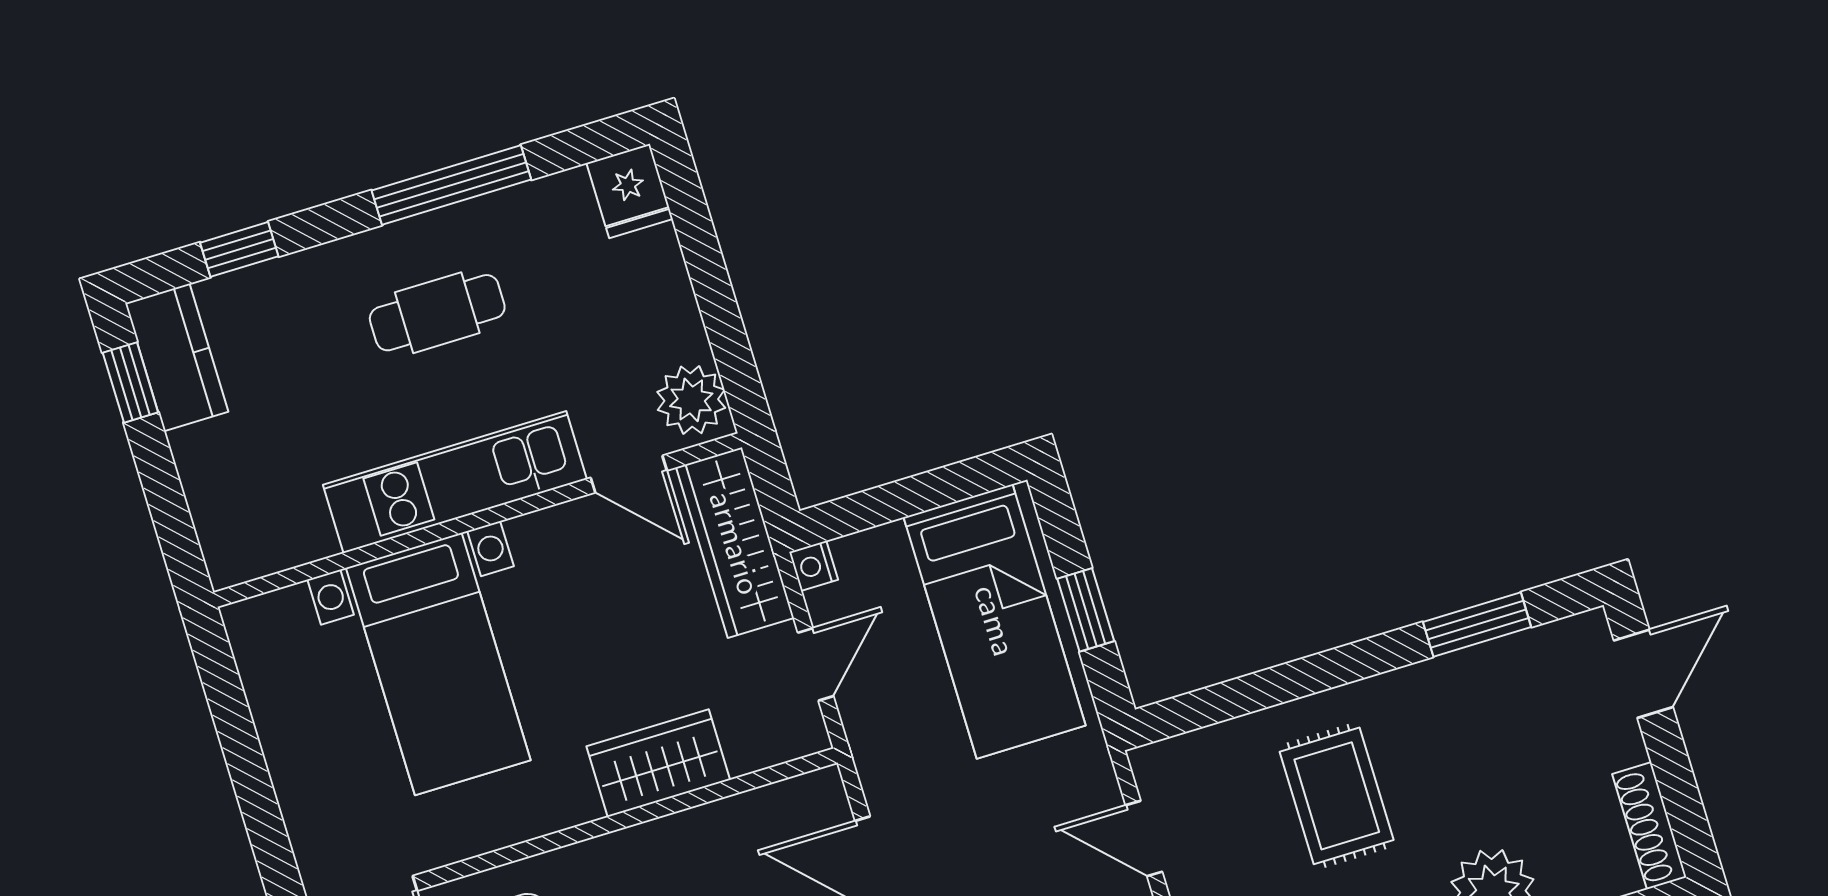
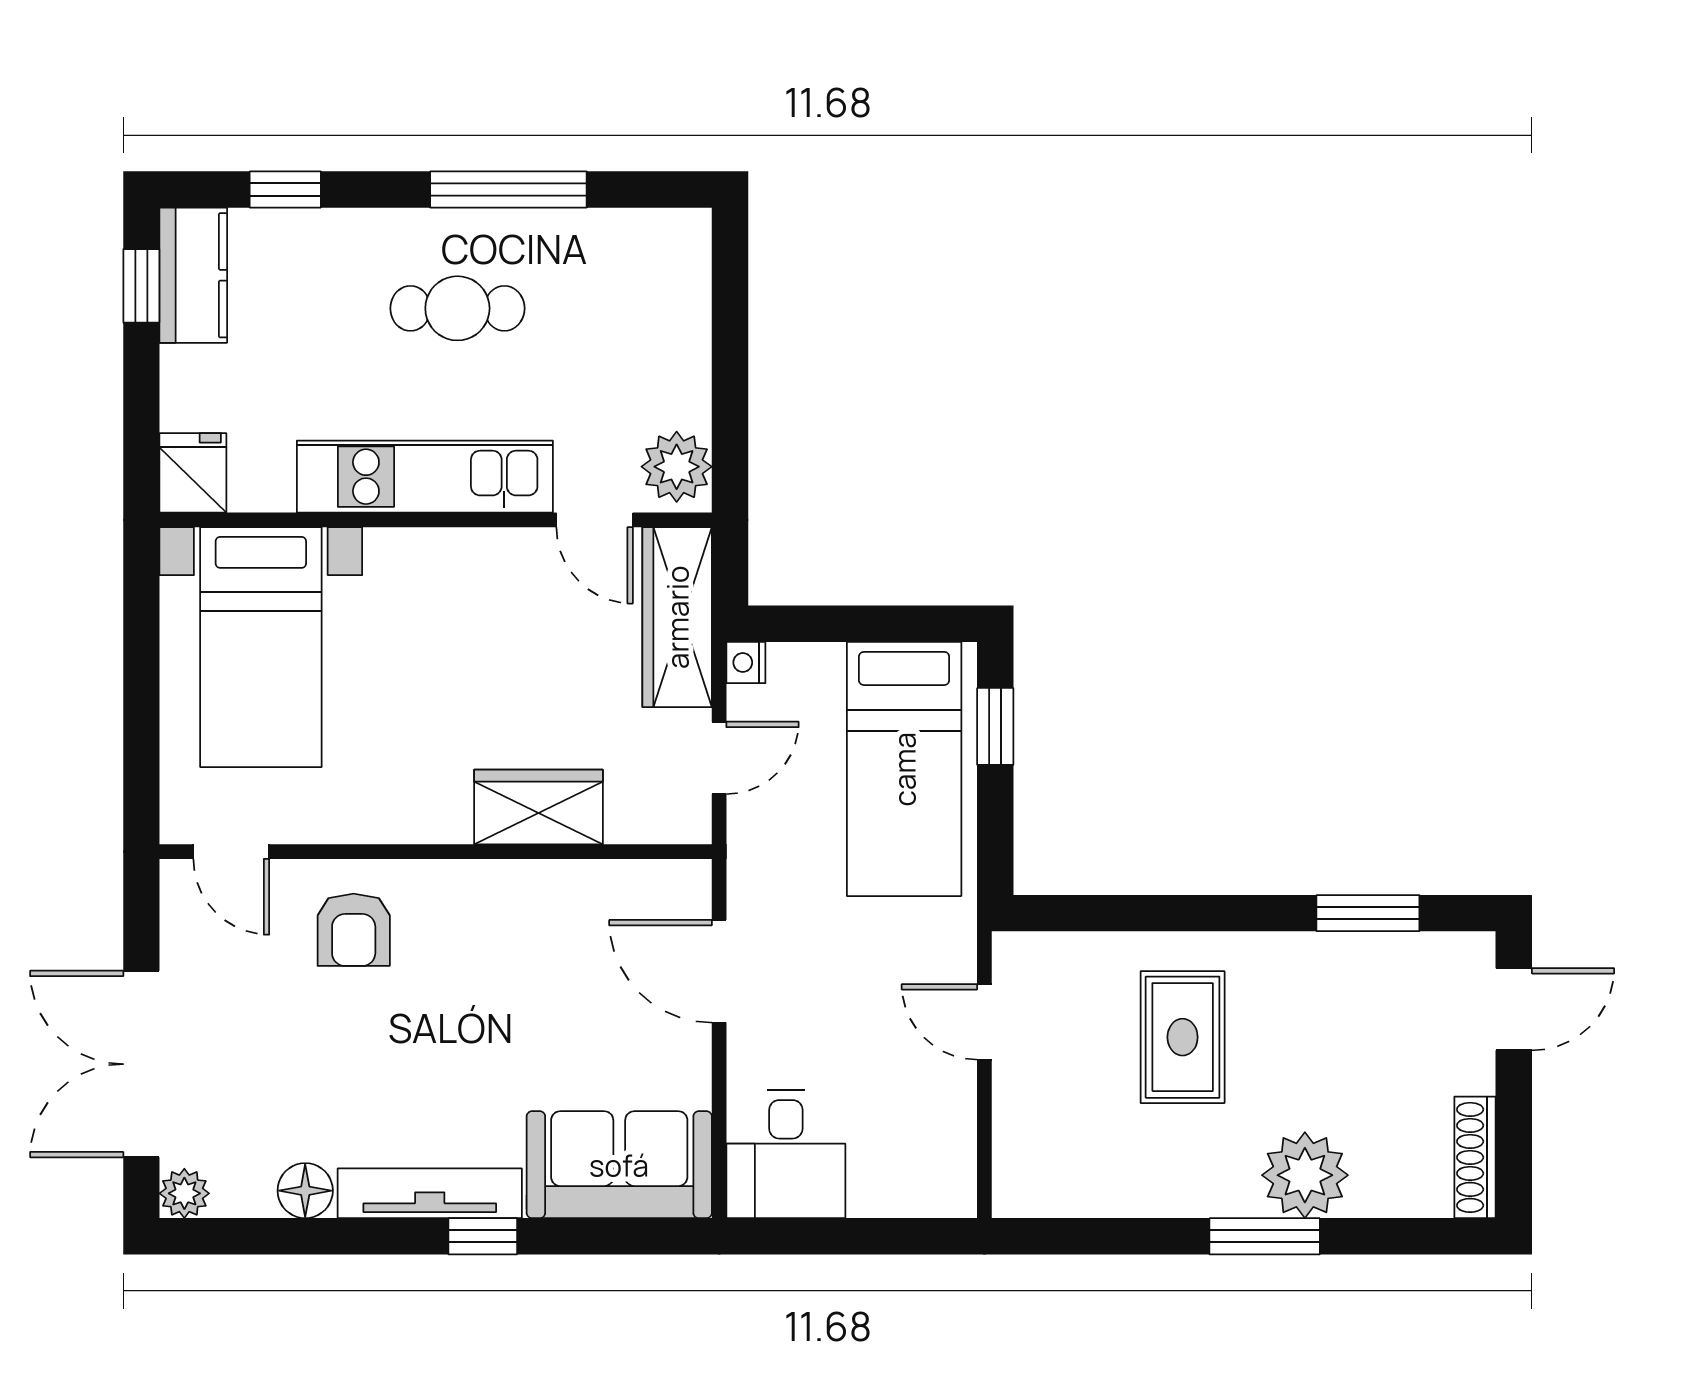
fridge: (630, 191) -> (193, 473), moved, turned 180
window: (1086, 610) -> (995, 726), moved
bed with nightstands: (438, 664) -> (261, 647), moved

